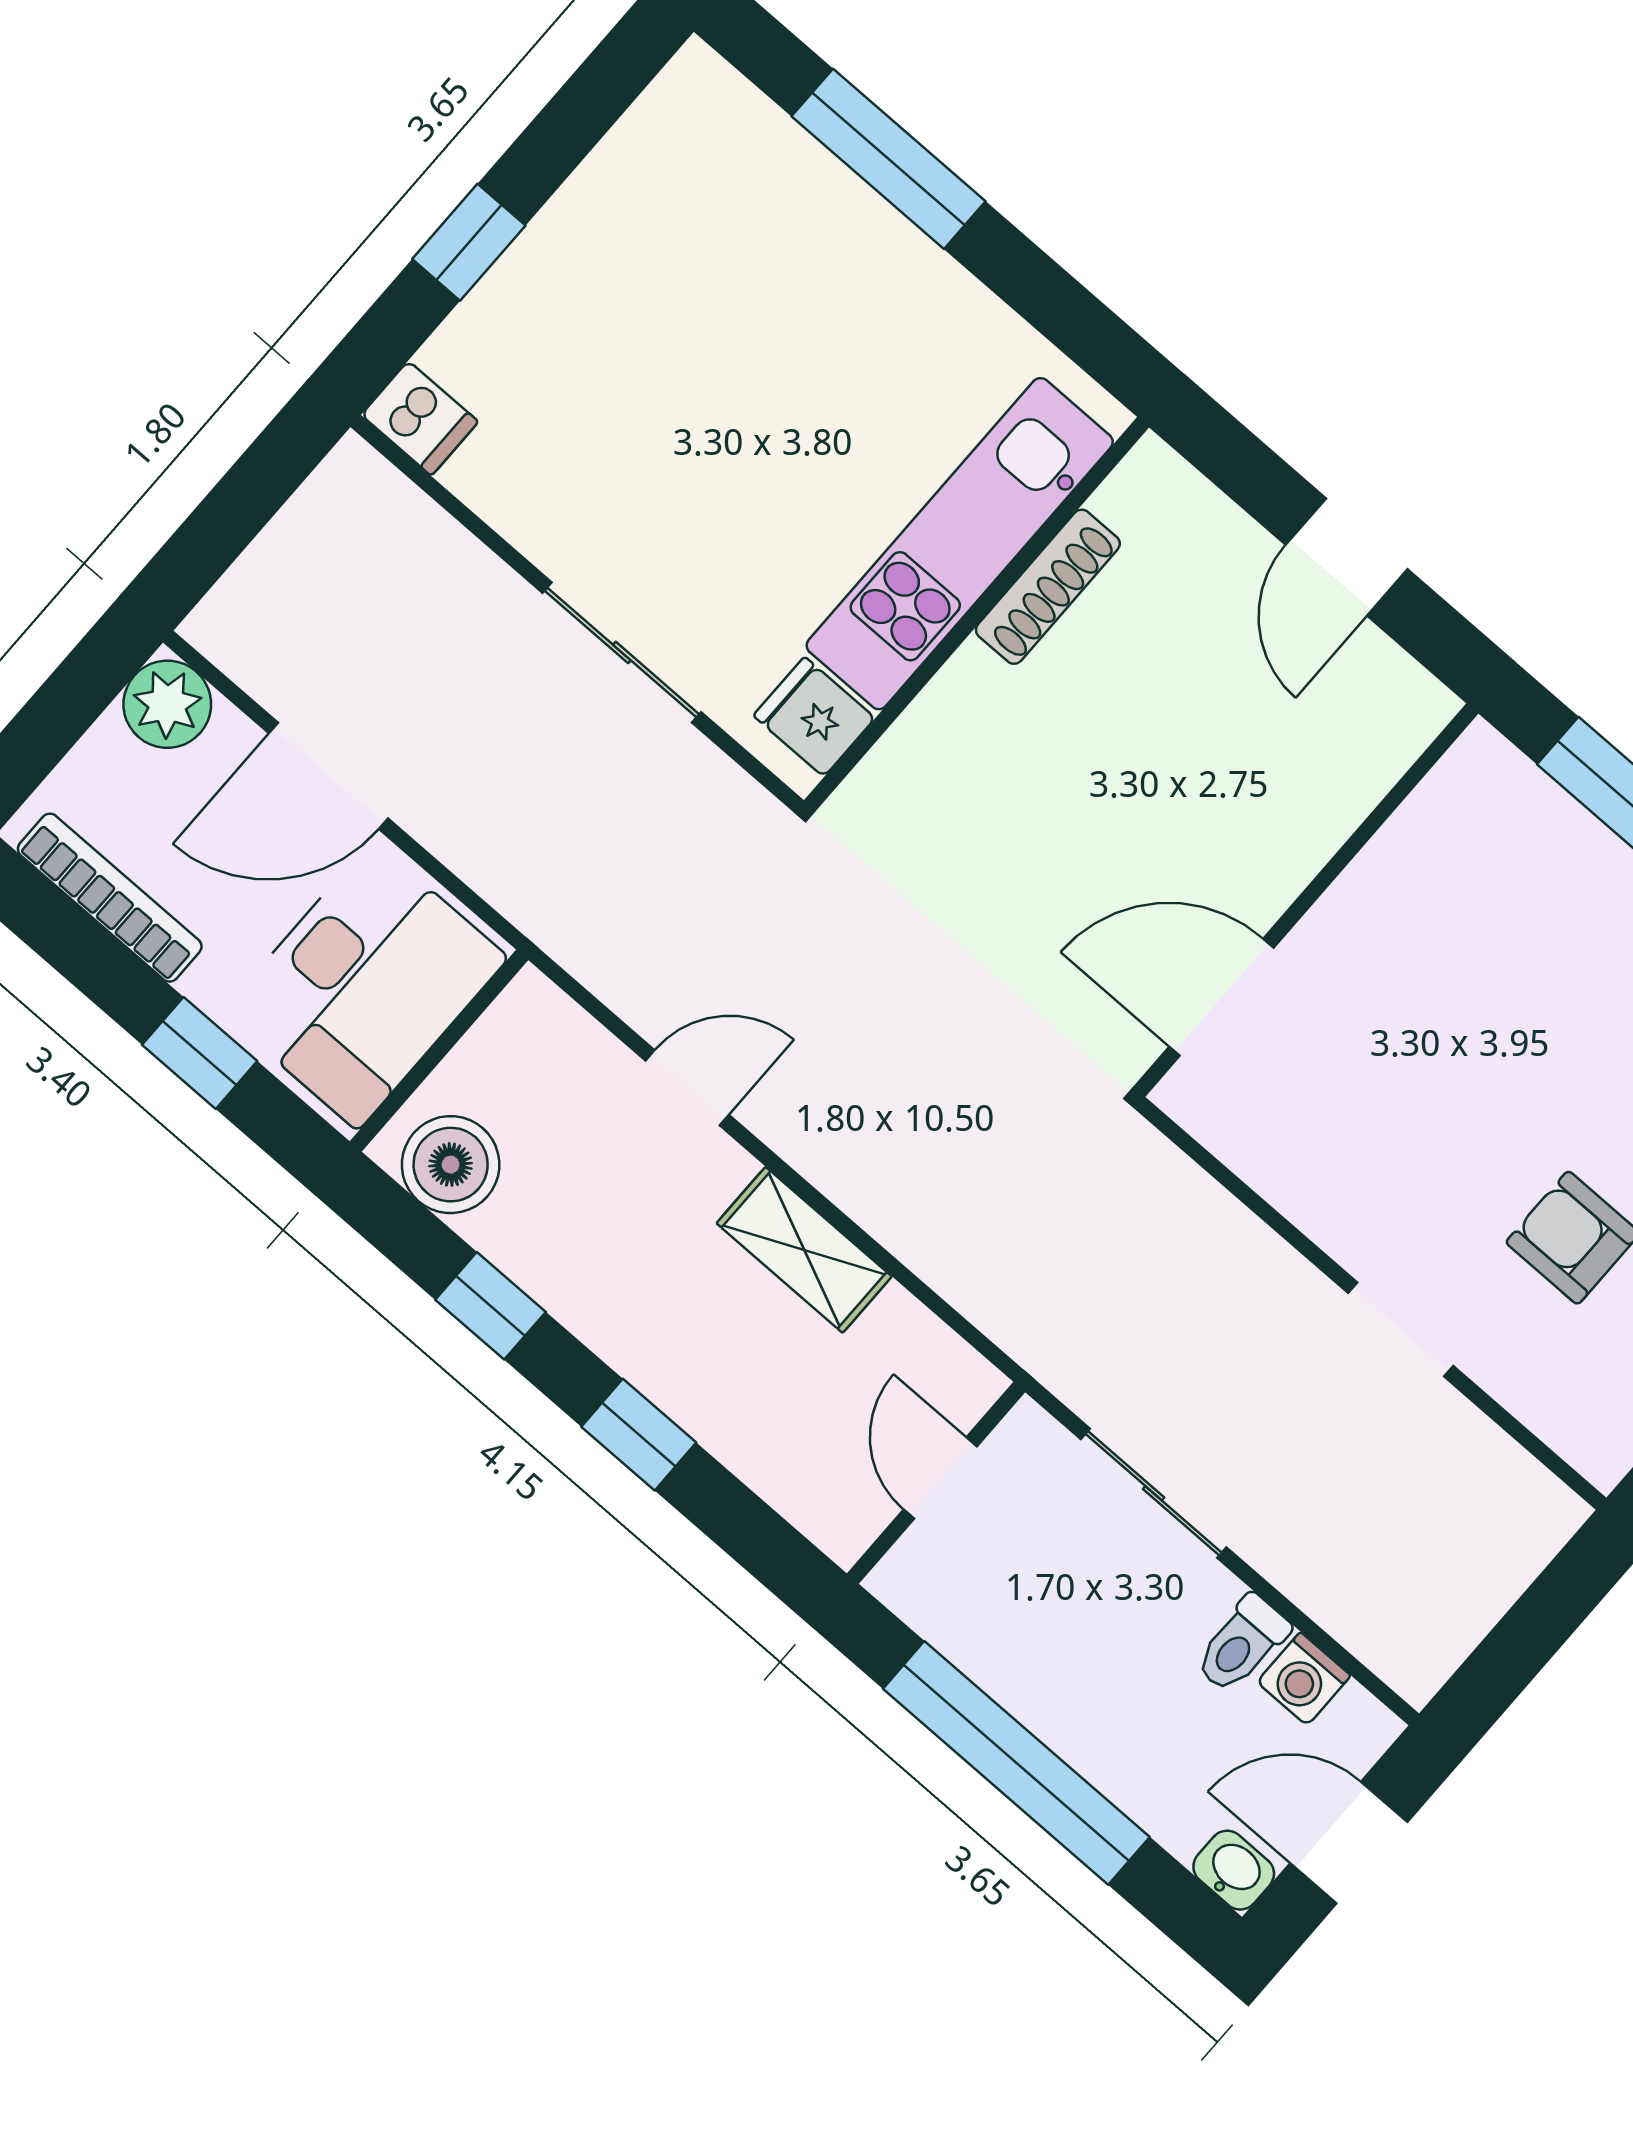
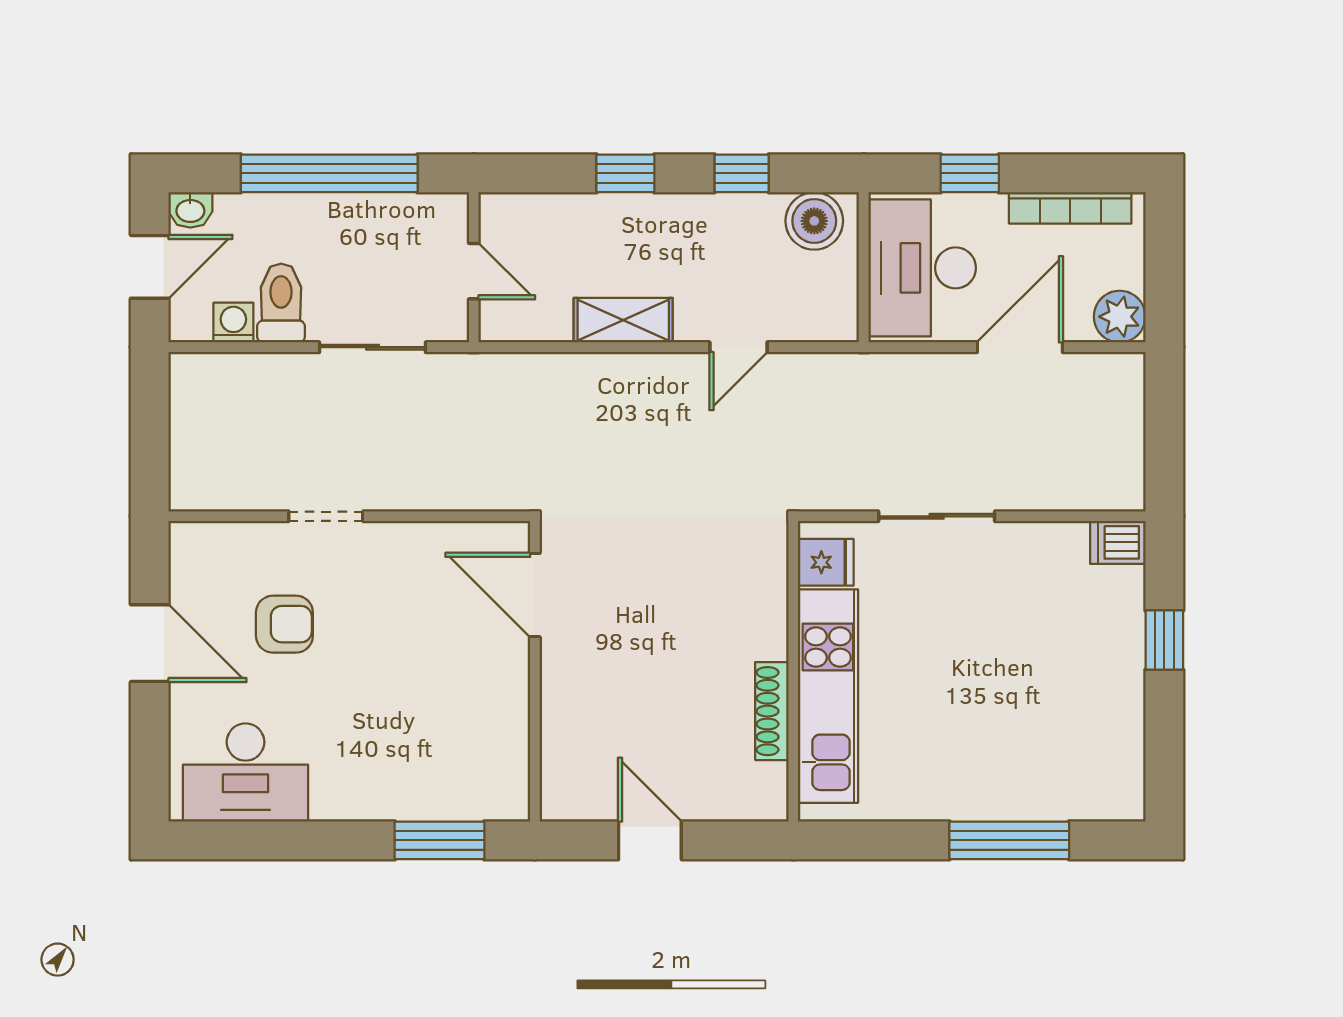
door: (1221, 997) -> (535, 595), swing flipped
toilet: (1242, 1644) -> (281, 303), width x1.37, depth x1.39

